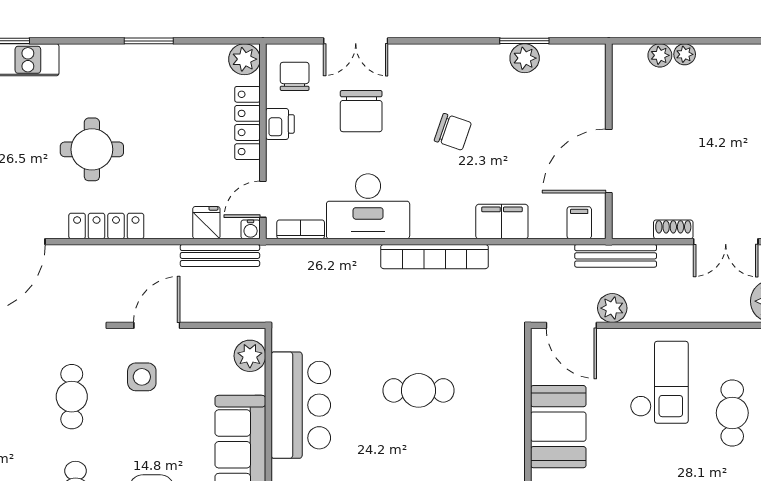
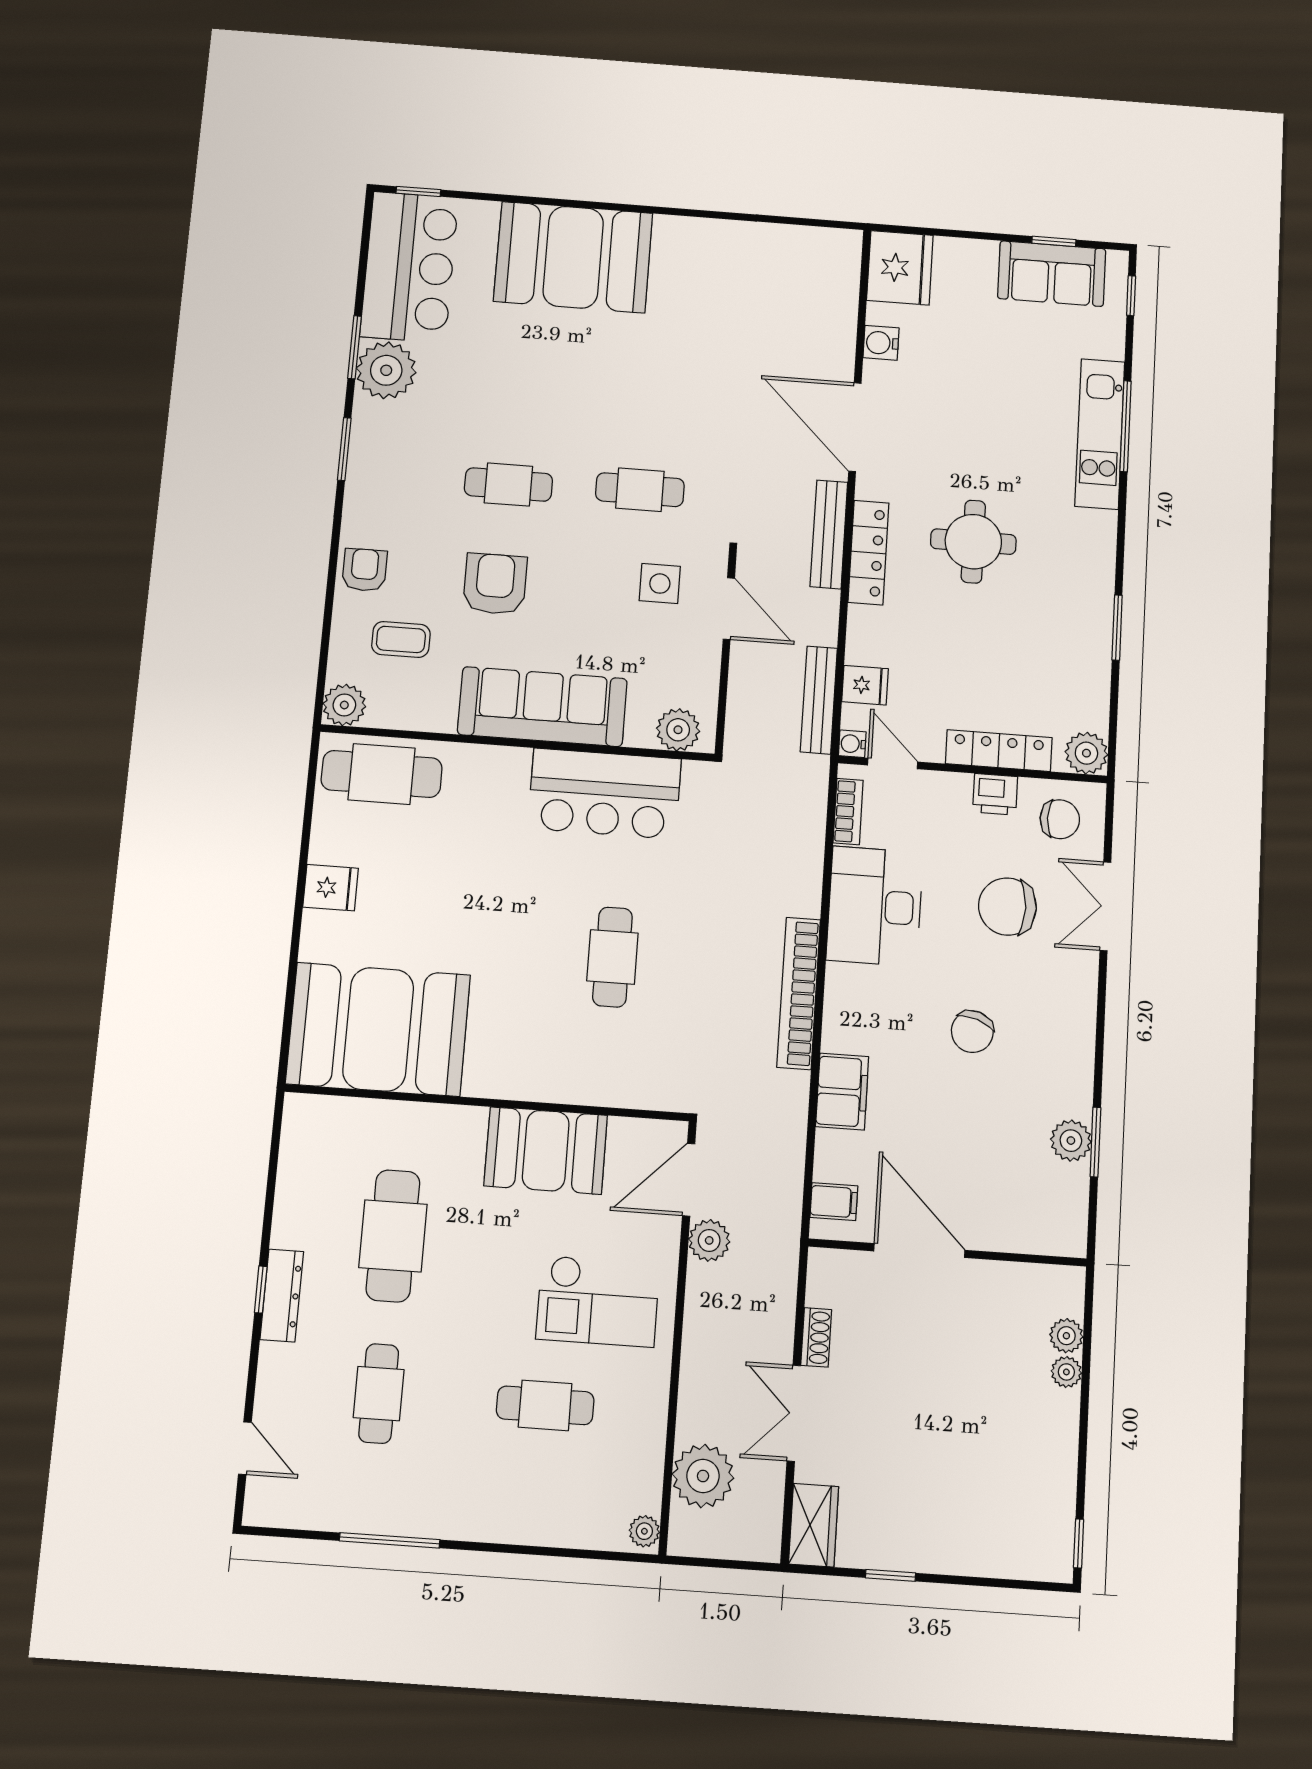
bench: (616, 256) -> (829, 534), moved

